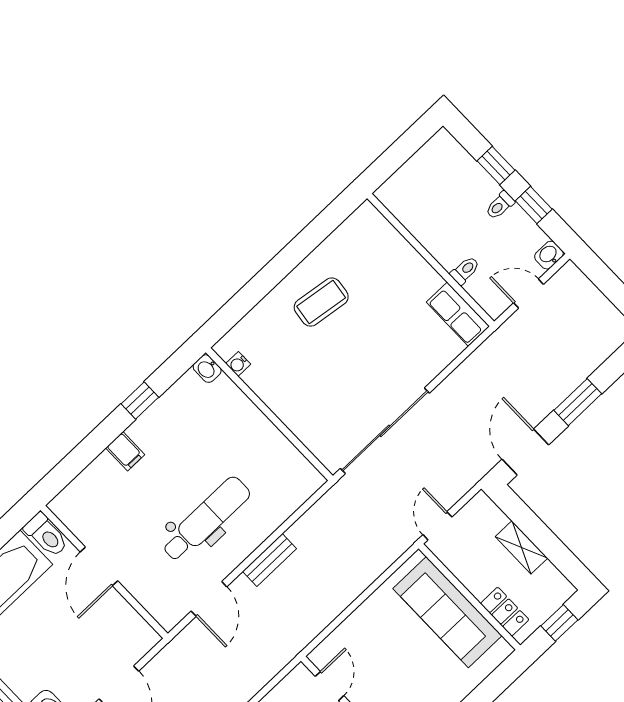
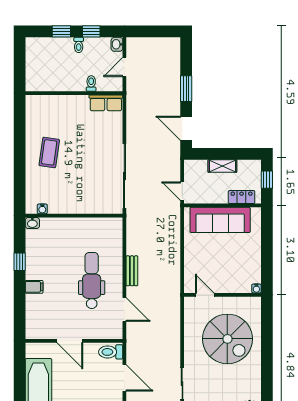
toilet: (46, 535) -> (111, 352), moved, turned 180

